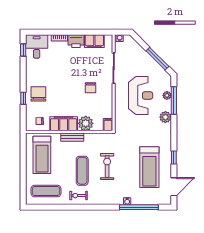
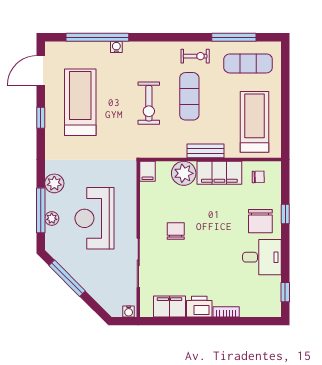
desk: (37, 47) -> (262, 257), moved, turned -90
window: (55, 207) -> (234, 37), added

